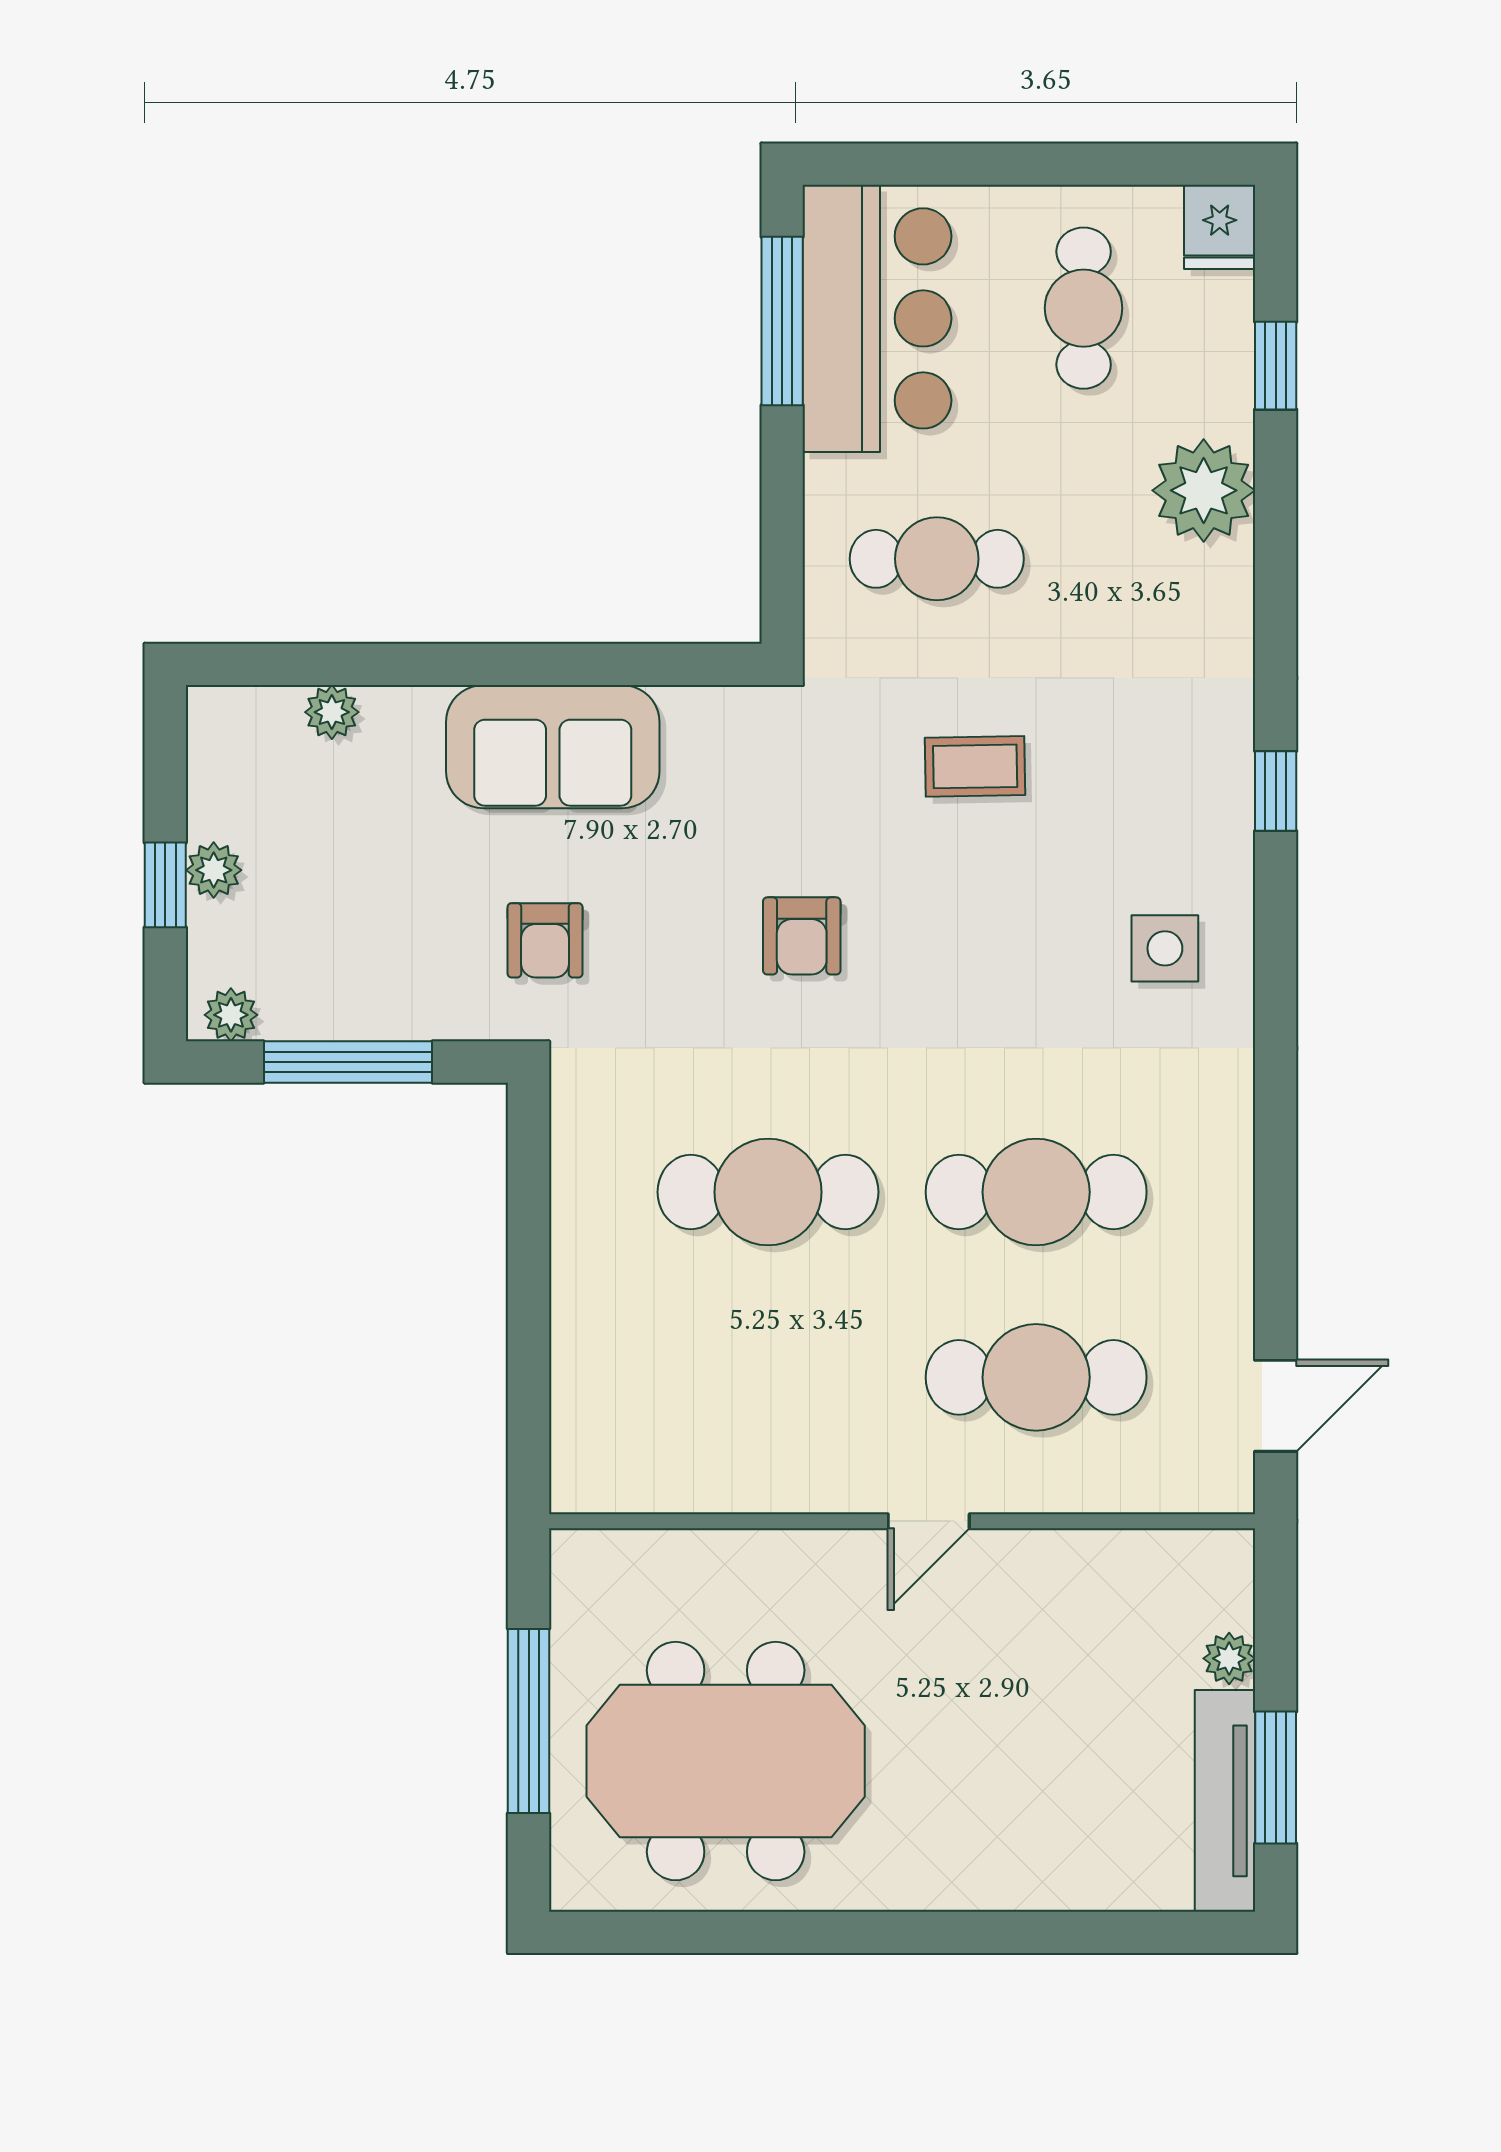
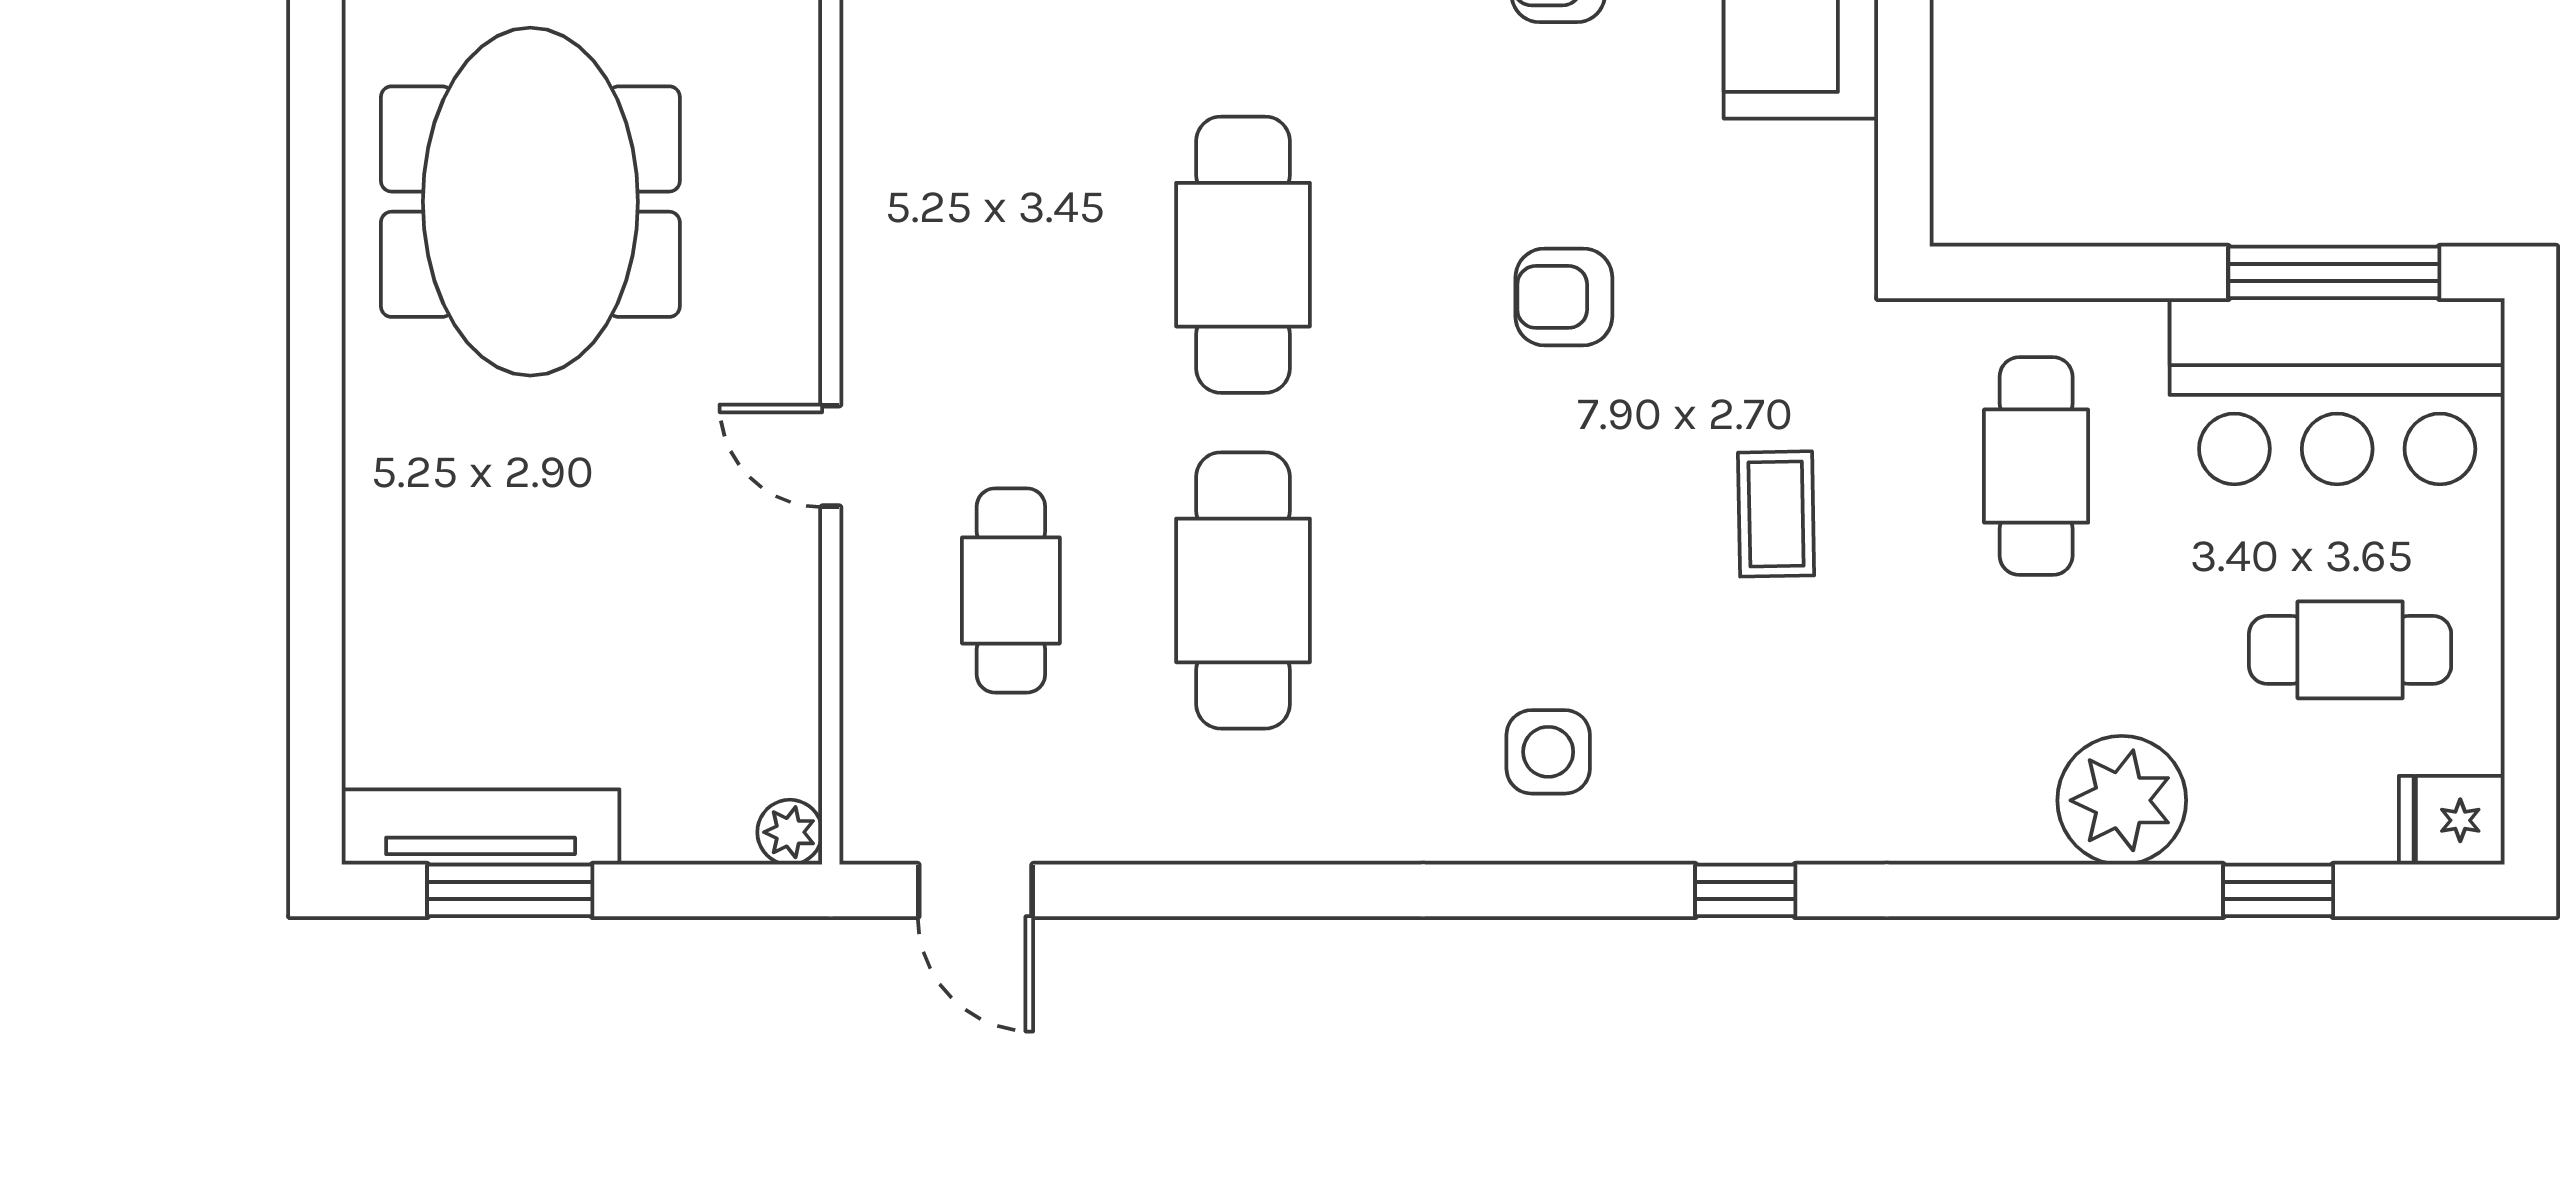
cafe table: (1036, 1377) -> (1011, 590), width x0.73, depth x0.74
plant: (1229, 1658) -> (790, 832), moved

